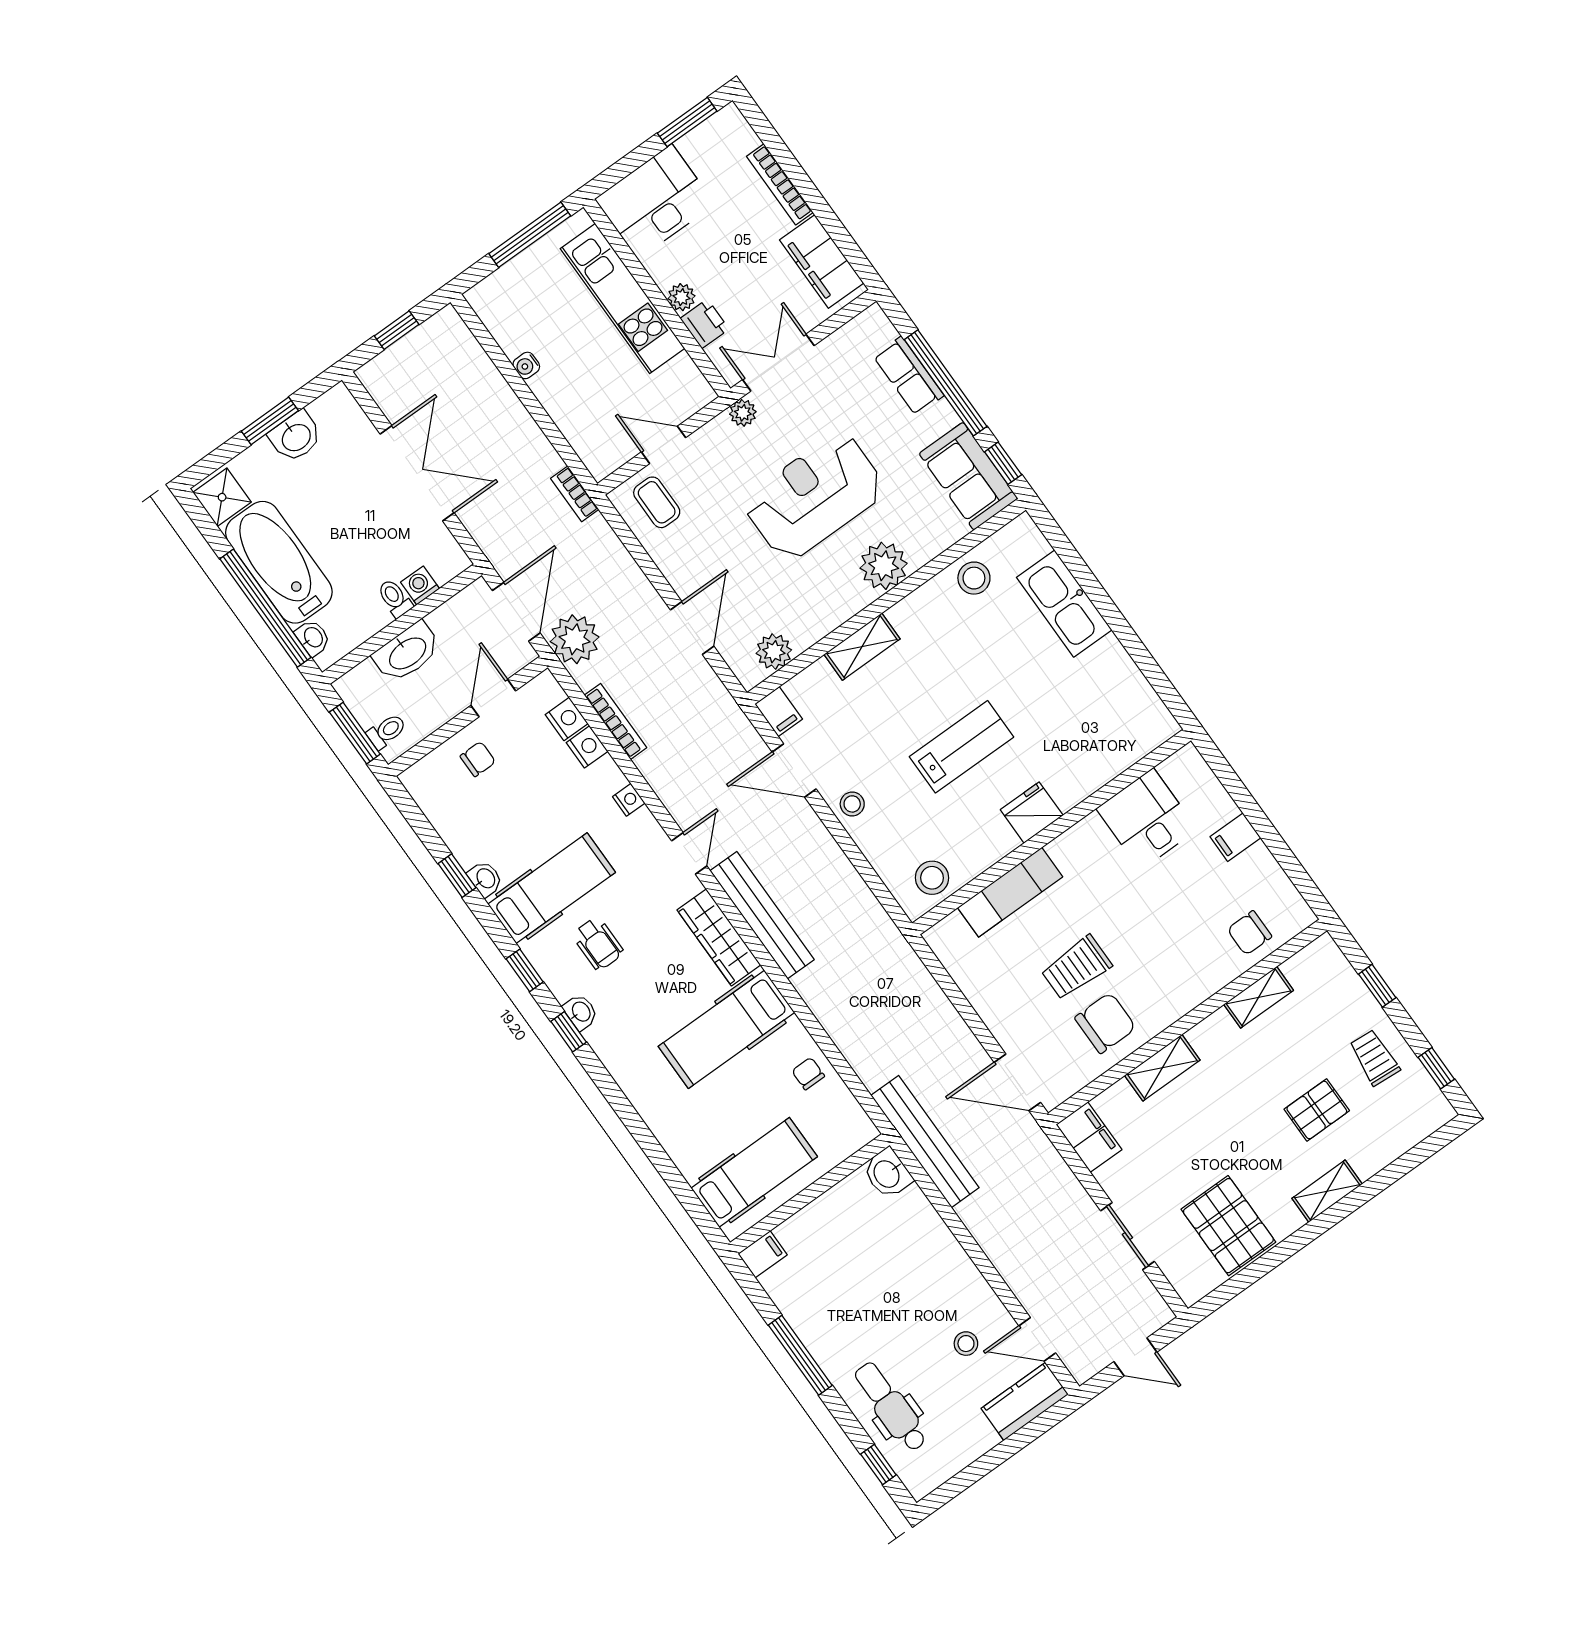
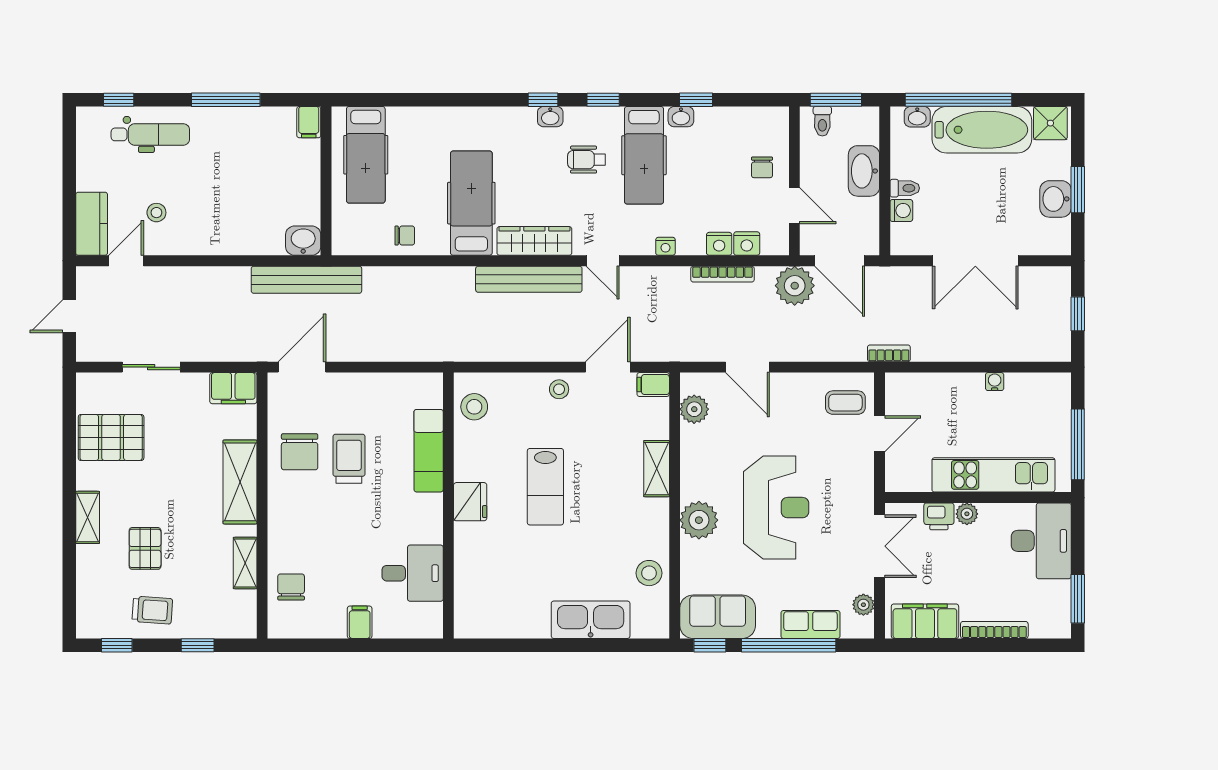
plant: (743, 413) -> (863, 605), moved
shelving: (1162, 1068) -> (240, 482), width x1.50, depth x1.33

